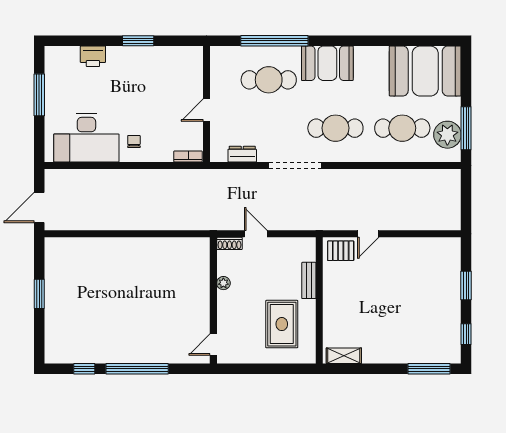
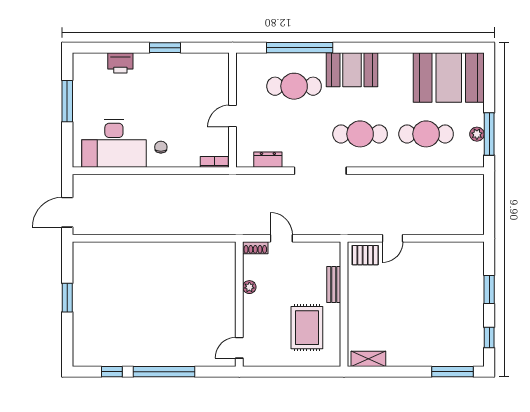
plant: (447, 135) -> (477, 134), width x0.53, depth x0.53

